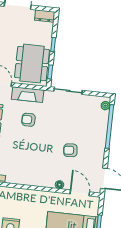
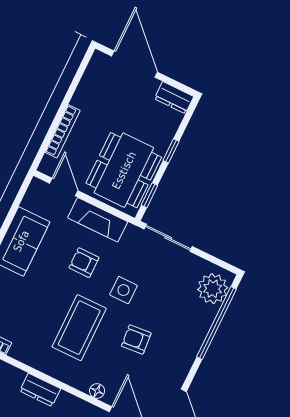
plant: (105, 106) -> (213, 289), width x1.88, depth x1.88
side table: (54, 127) -> (124, 290), added
coffee table: (38, 155) -> (79, 328), added
dresser: (29, 195) -> (40, 390), added

